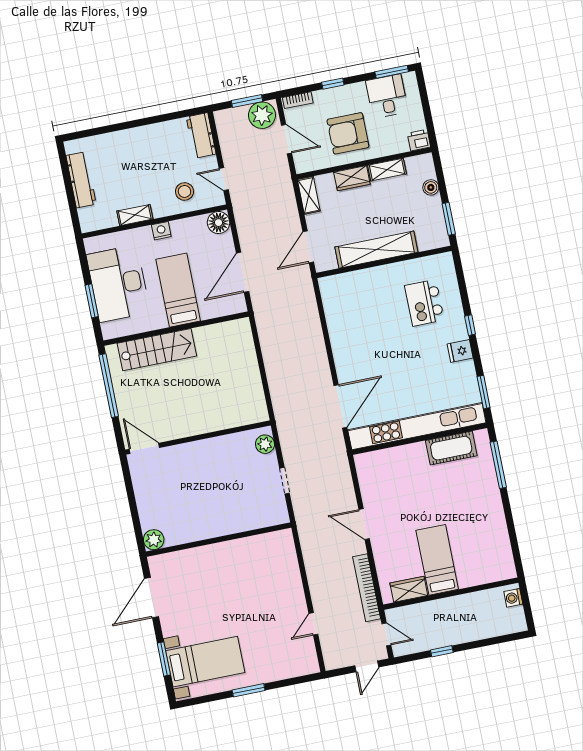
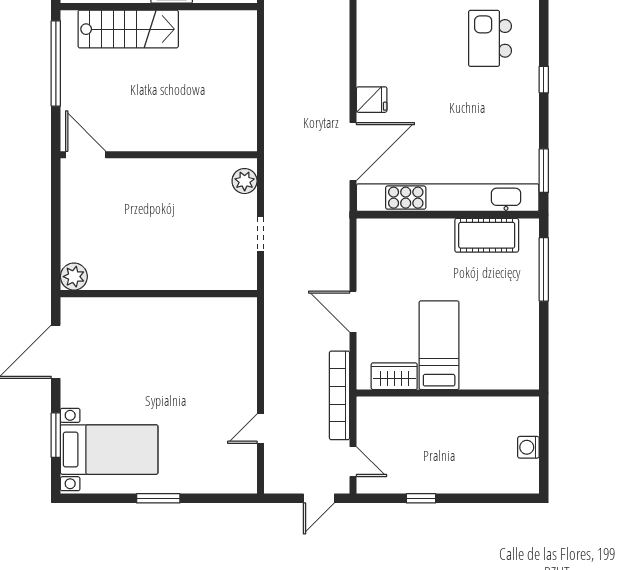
fridge: (460, 351) -> (372, 100), moved, turned 180
bed: (437, 560) -> (439, 345), moved
wardrobe: (409, 589) -> (394, 376), moved
wall: (451, 594) -> (448, 393), moved

